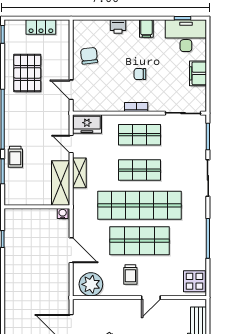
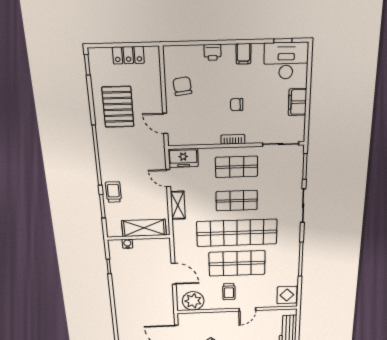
trolley: (15, 157) -> (113, 192), turned 180
shelving: (61, 183) -> (144, 228), moved, turned 90
water cooler: (63, 214) -> (127, 244), moved

